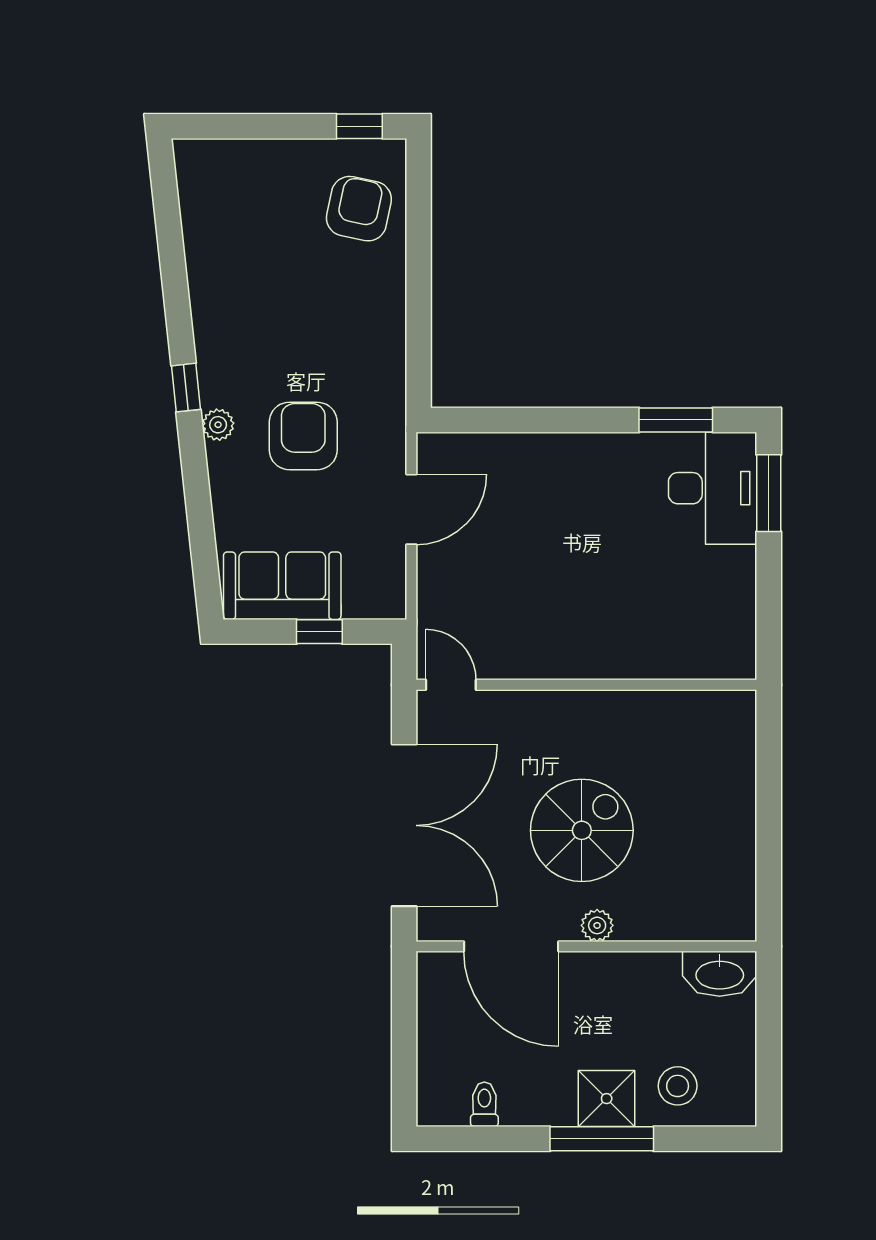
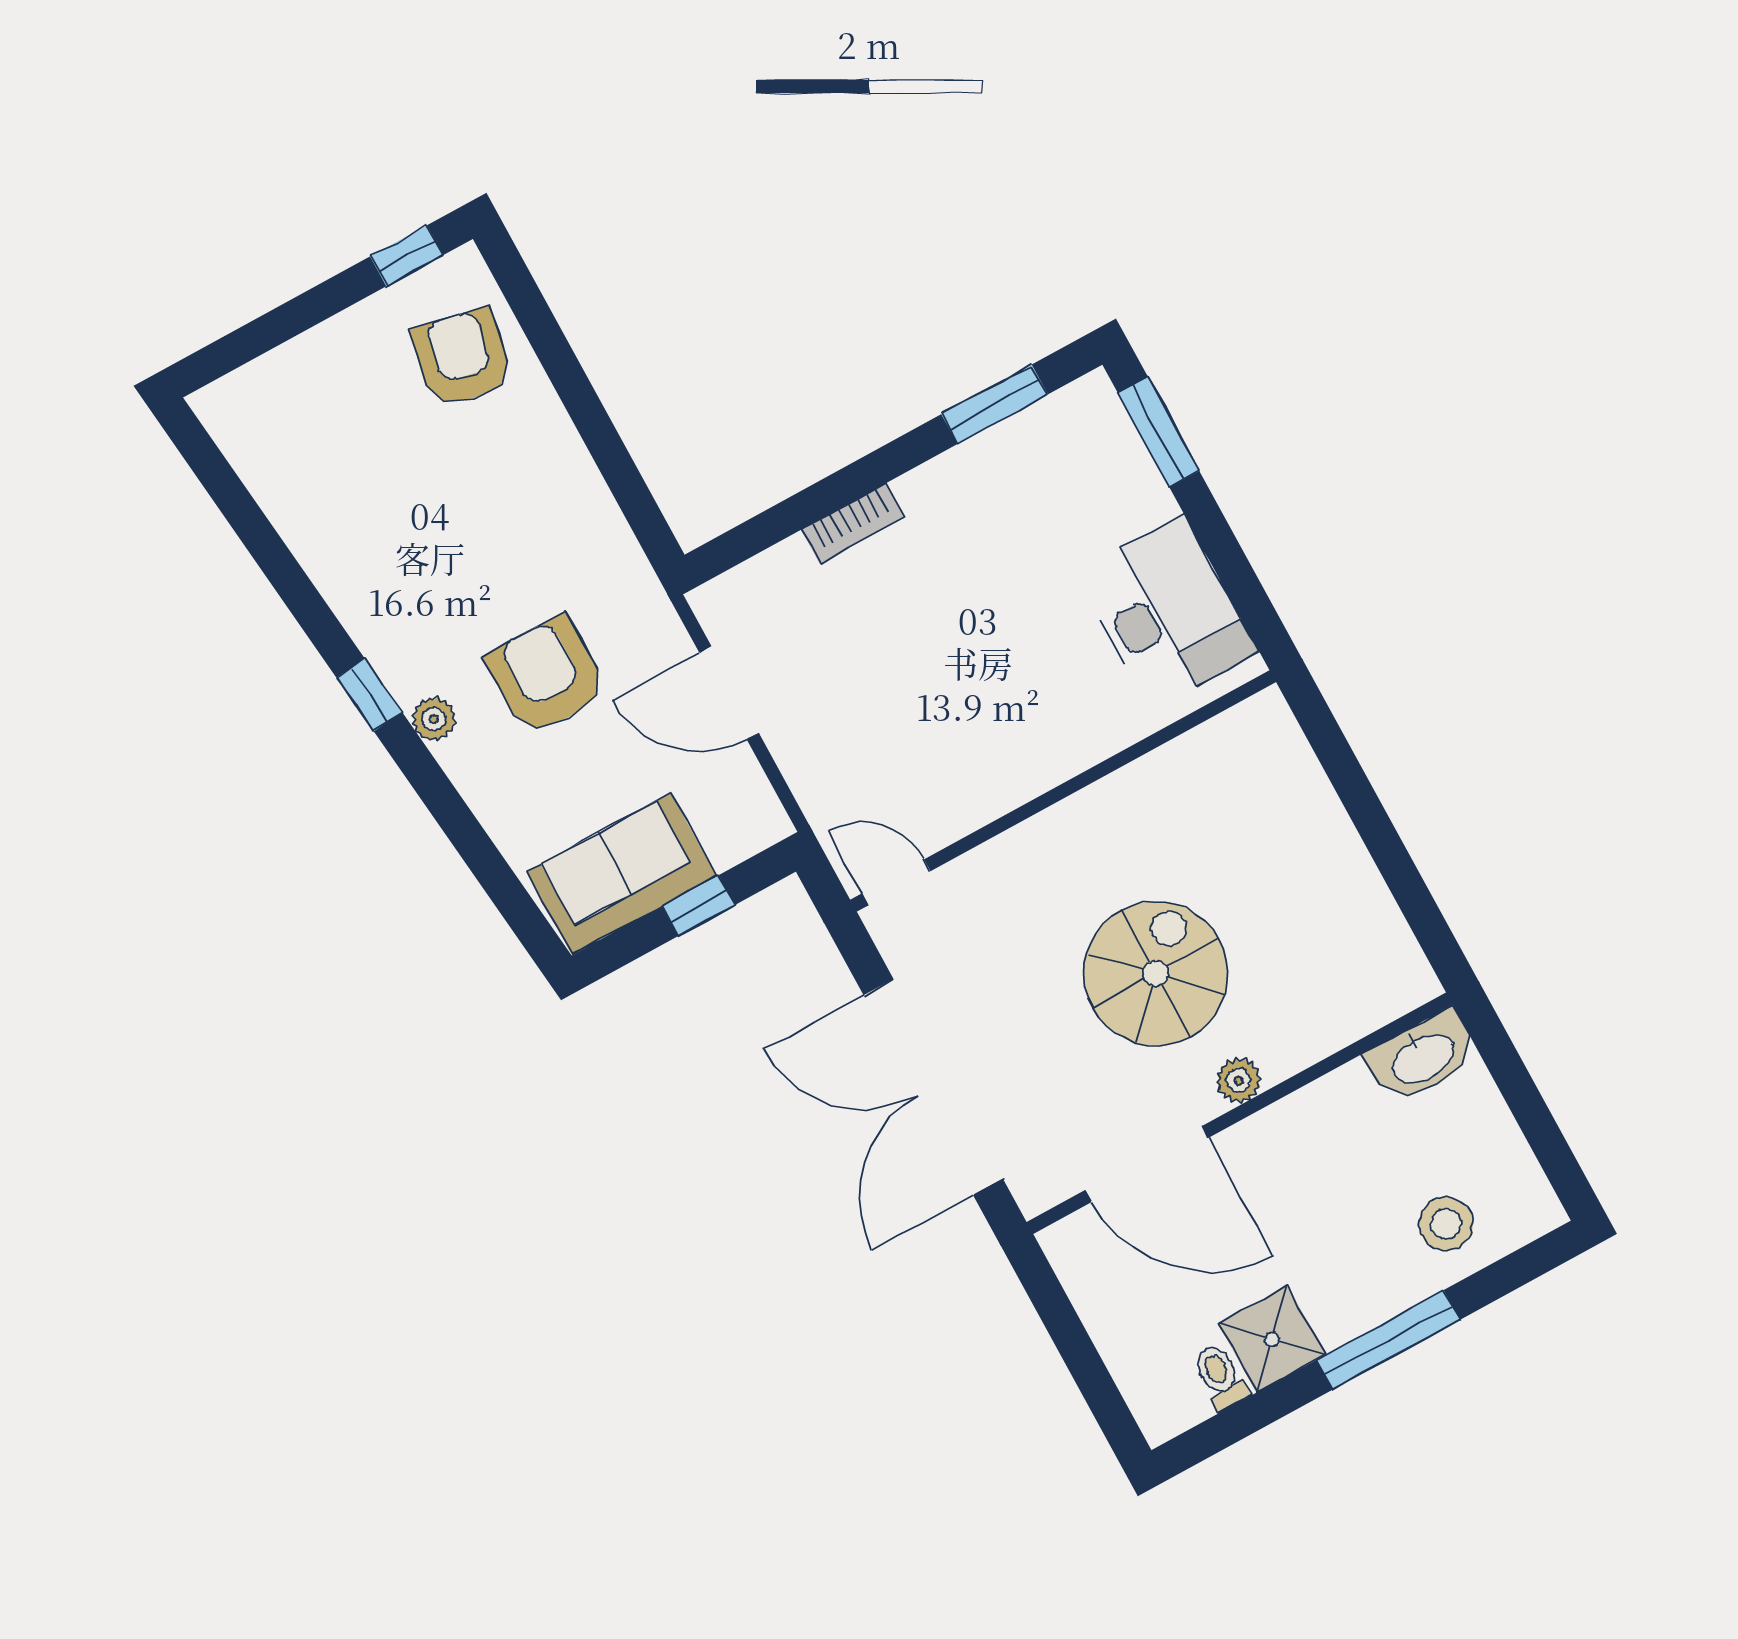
bookcase: (547, 446) -> (853, 523), added
desk: (713, 488) -> (1167, 612), moved
door: (411, 509) -> (729, 693), swing flipped
double door: (404, 825) -> (933, 1087), swing flipped
shower: (607, 1099) -> (1272, 1339), moved

